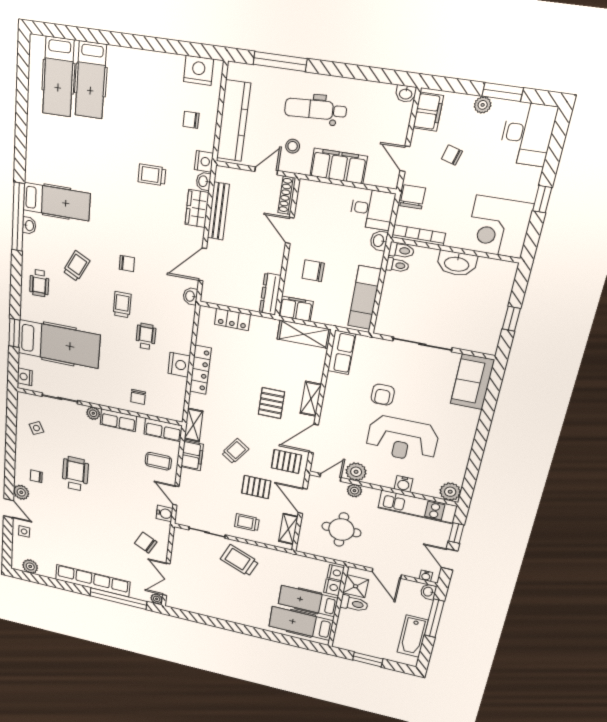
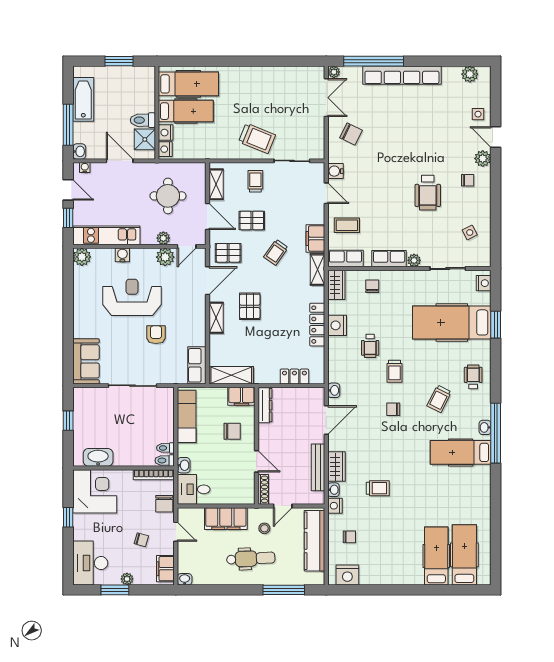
washbasin: (457, 264) -> (98, 457), moved
wardrobe: (175, 406) -> (336, 285), added
trolley: (247, 523) -> (255, 181), turned -90

